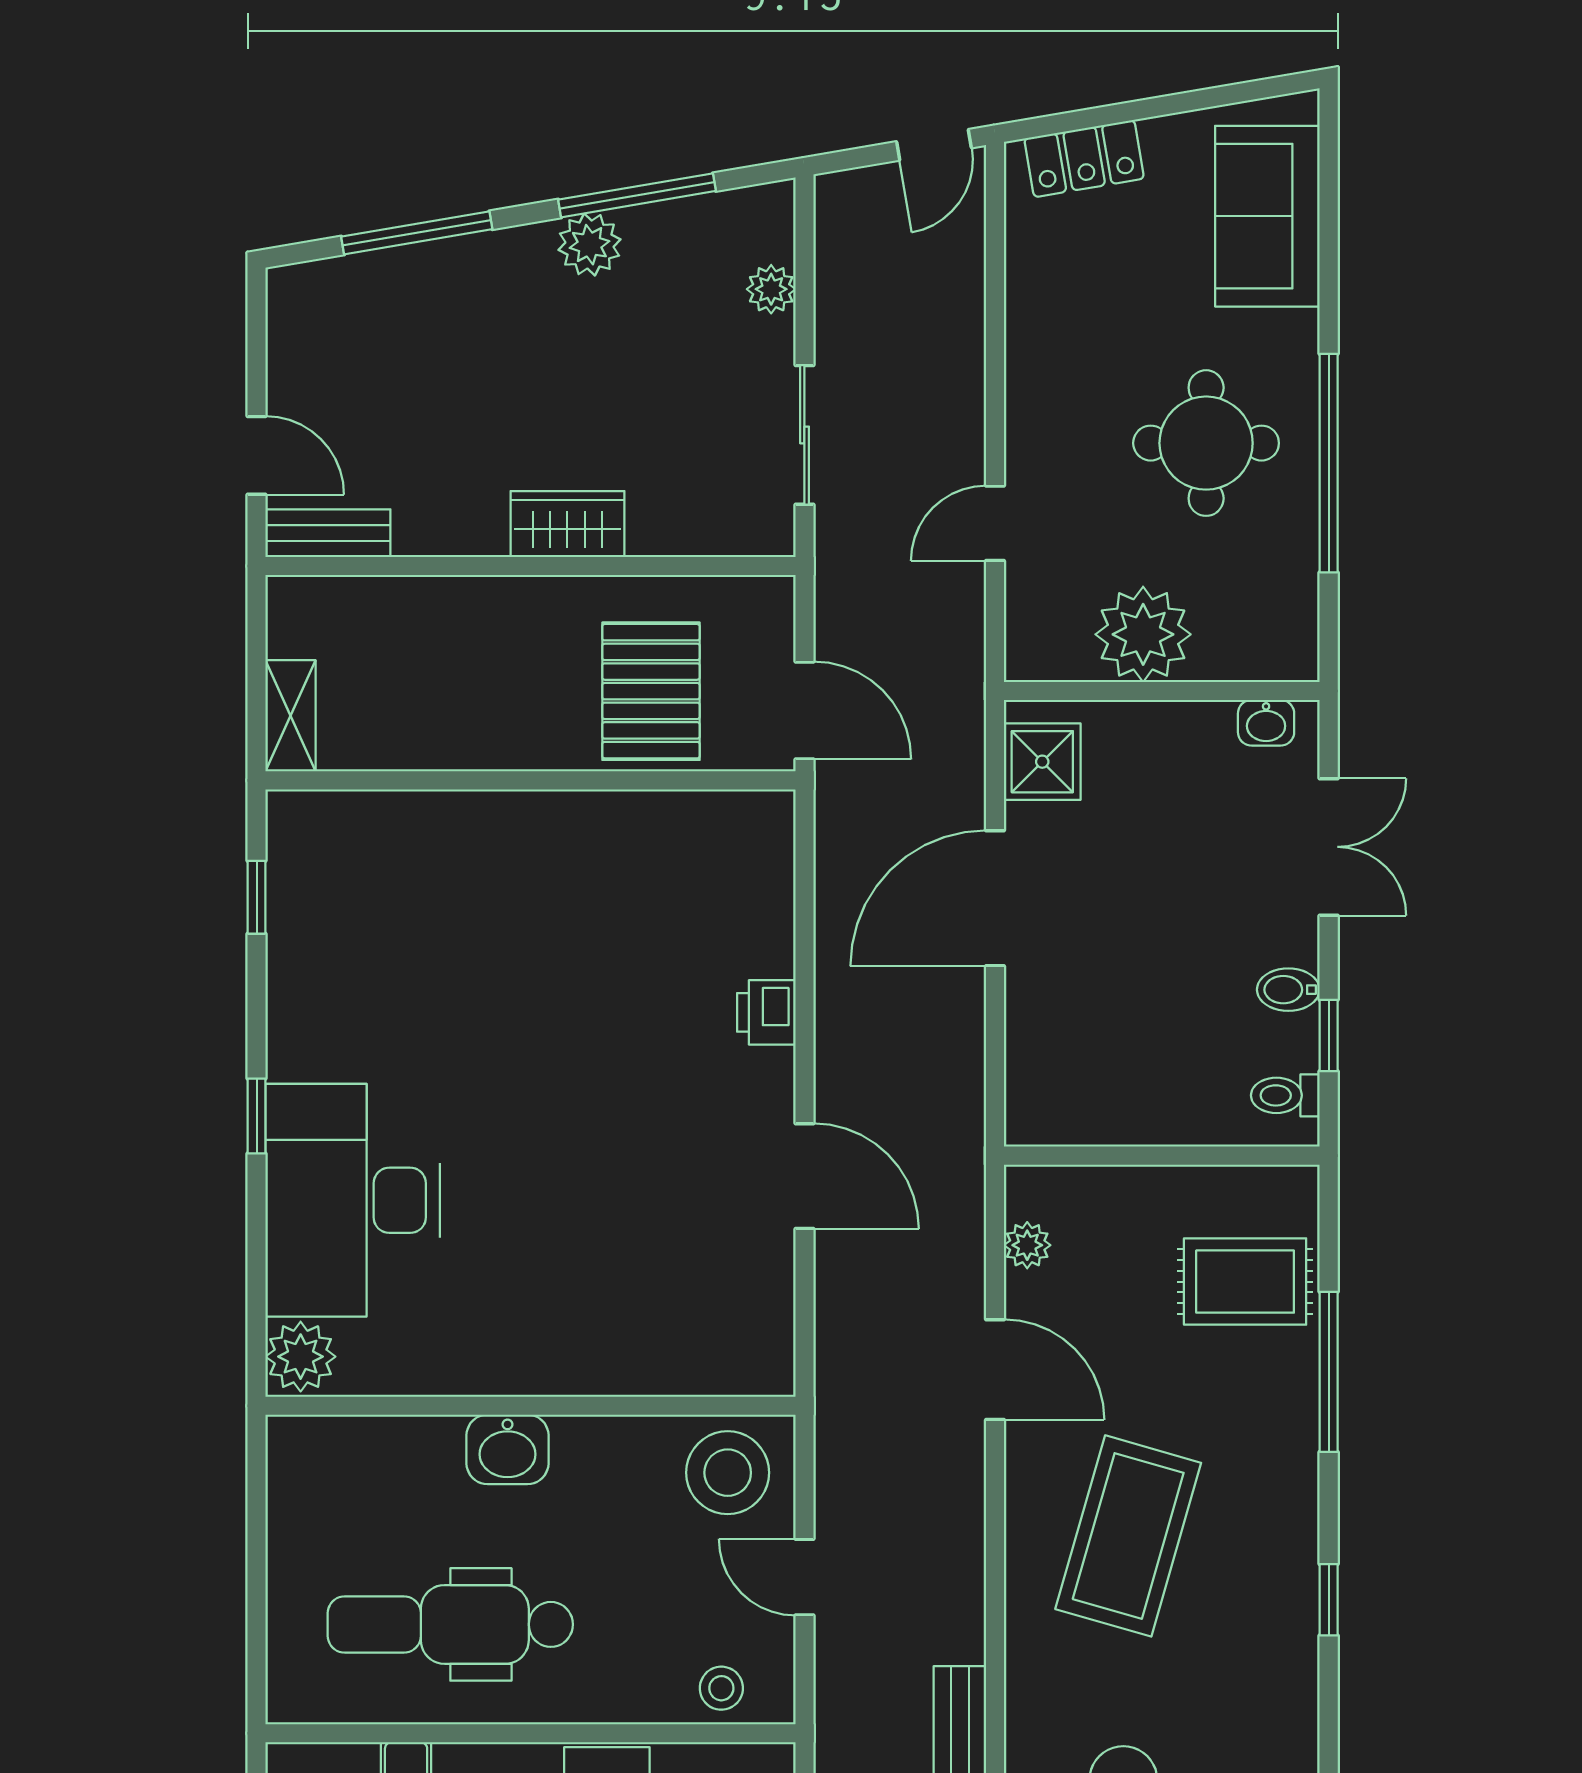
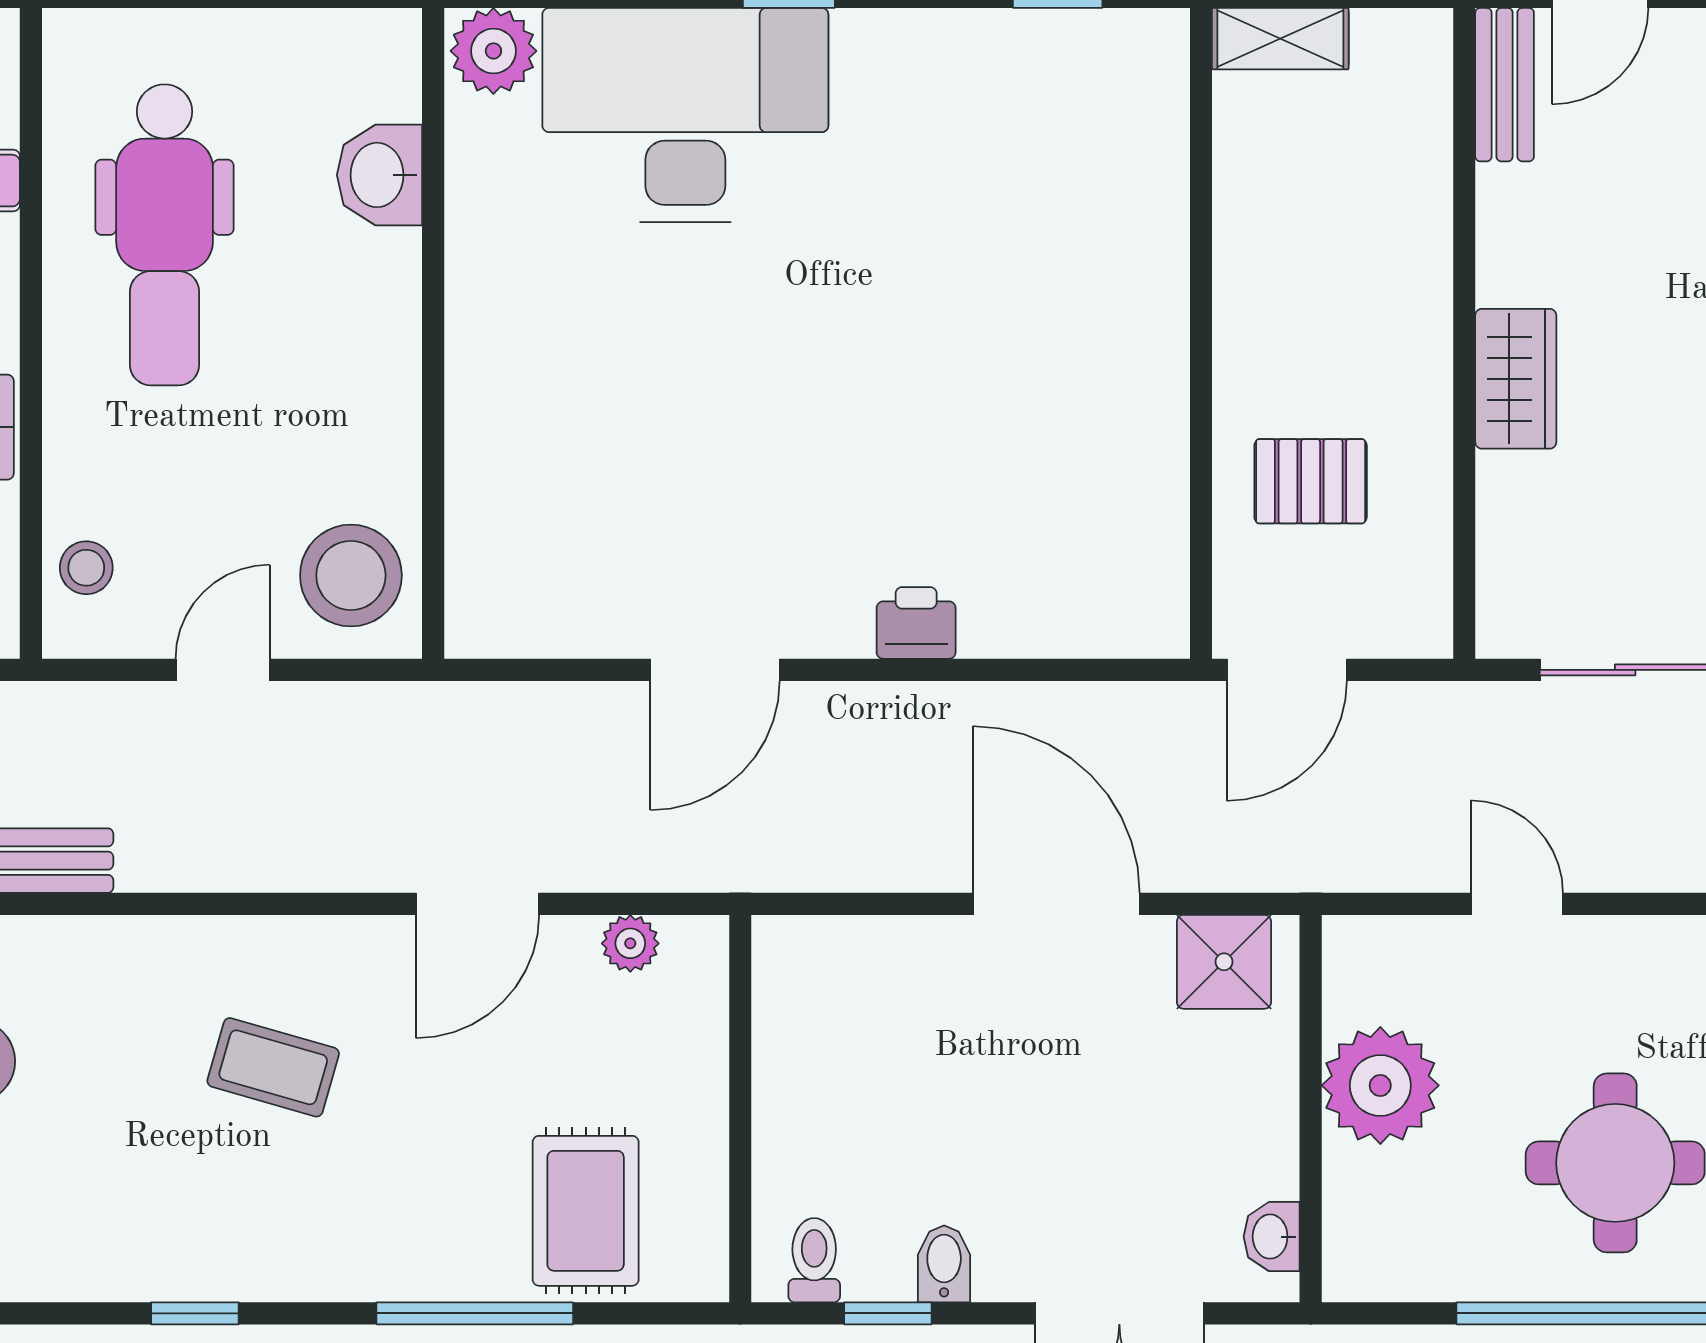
pallet: (651, 691) -> (1311, 481), width x0.67, depth x0.71
washbasin: (508, 1449) -> (380, 175), moved
coffee table: (1128, 1536) -> (273, 1067), width x0.54, depth x0.58
dental chair: (450, 1624) -> (165, 235), turned 180

